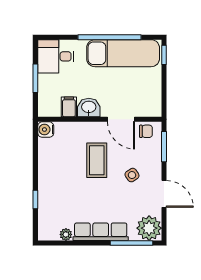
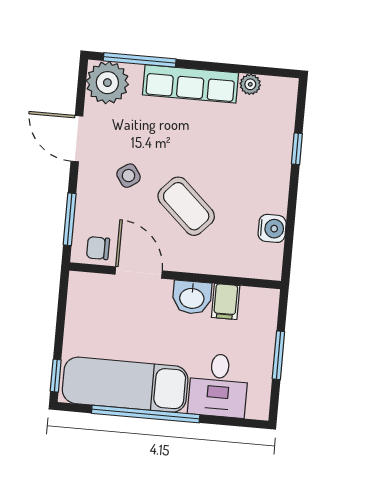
desk: (56, 56) -> (218, 385), moved, turned 90
water cooler: (46, 130) -> (272, 228), moved
coffee table: (97, 160) -> (186, 206), turned -47

